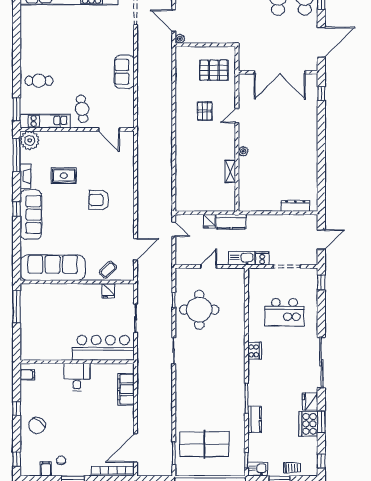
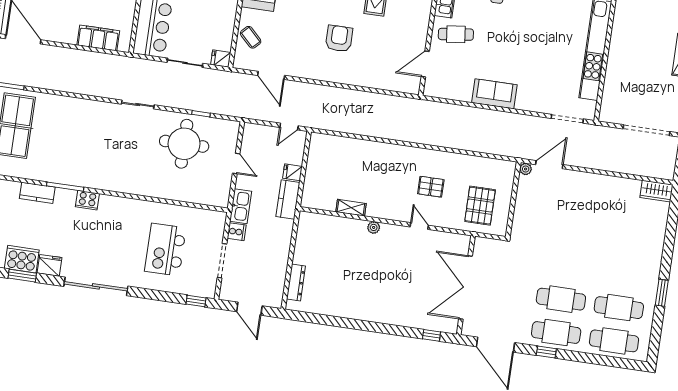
fridge: (108, 291) -> (221, 59), moved
cooker: (255, 351) -> (87, 200), moved

